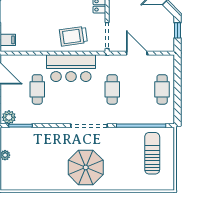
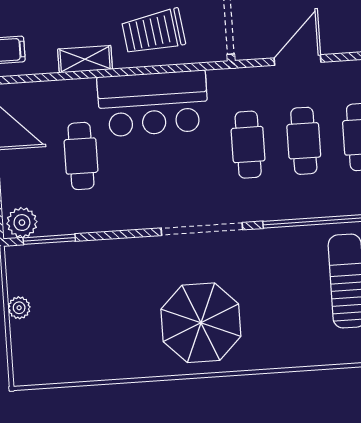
shelving: (42, 46) -> (85, 59), added
door: (137, 53) -> (298, 60), hinge flipped
cafe table: (137, 89) -> (304, 141), added

